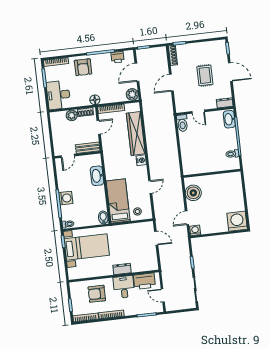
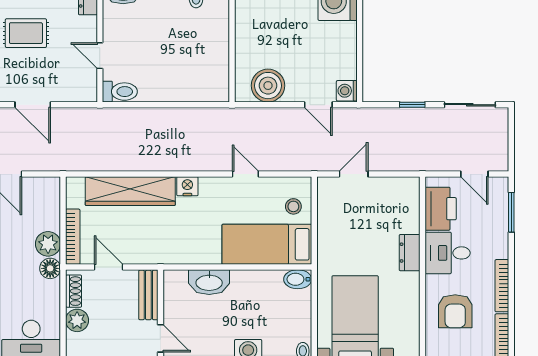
plant: (132, 94) -> (48, 244), moved
door: (198, 112) -> (100, 56), swing flipped
door: (163, 295) -> (474, 174), hinge flipped

